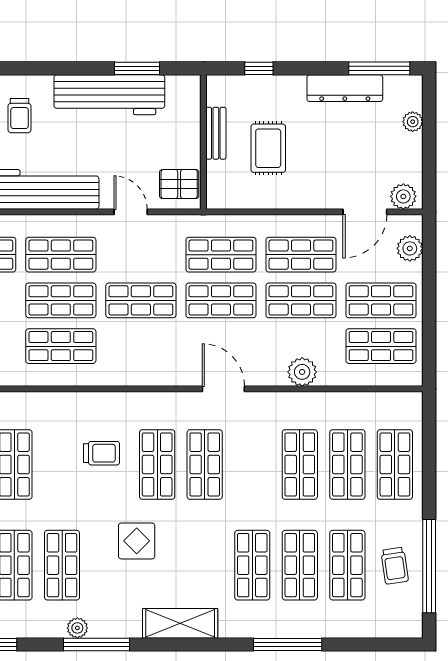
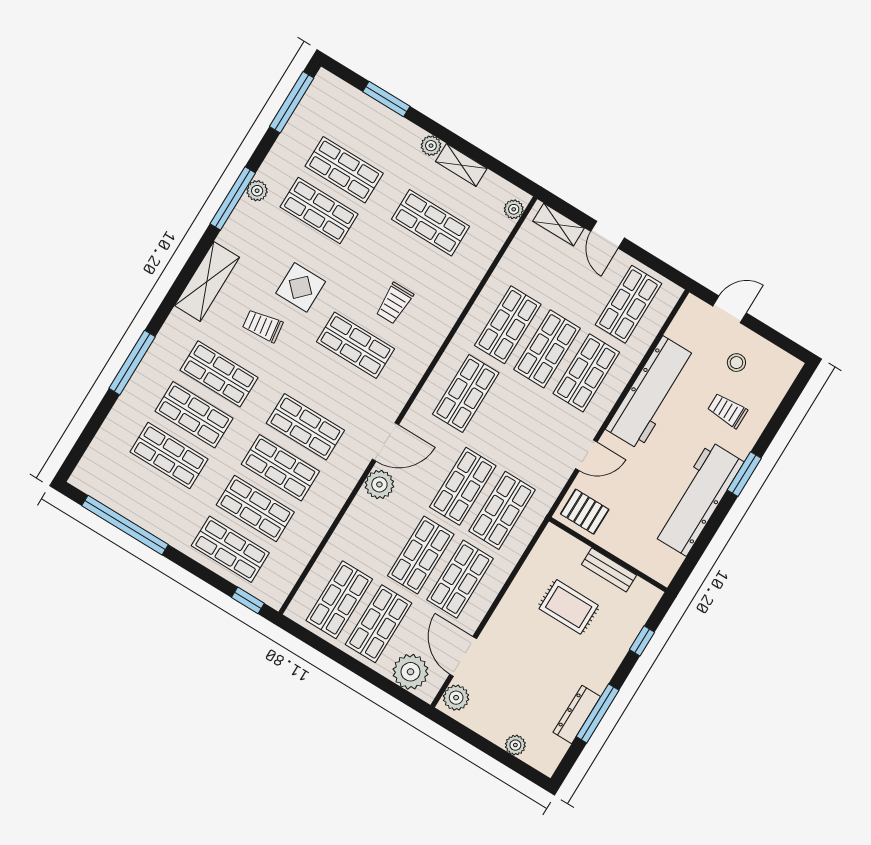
window: (137, 68) -> (744, 474), moved
window: (379, 68) -> (598, 713), moved
dresser: (345, 88) -> (577, 714), width x0.73, depth x0.80
pallet: (179, 184) -> (585, 512), turned 90
plant: (410, 248) -> (410, 672), width x1.36, depth x1.36
shop shelf: (141, 300) -> (466, 394), moved
plant: (302, 372) -> (379, 484), moved
window: (429, 423) -> (248, 600), added
shop shelf: (205, 465) -> (305, 427), moved
trolley: (395, 566) -> (263, 326), moved

